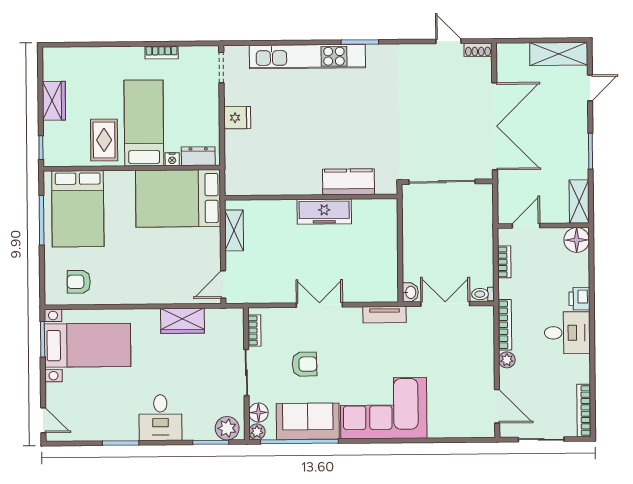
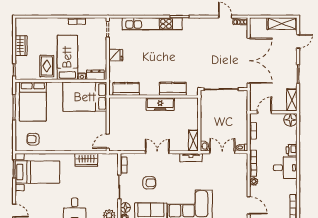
kitchen counter: (258, 183) -> (126, 89), added
shelving: (234, 230) -> (193, 141), moved

